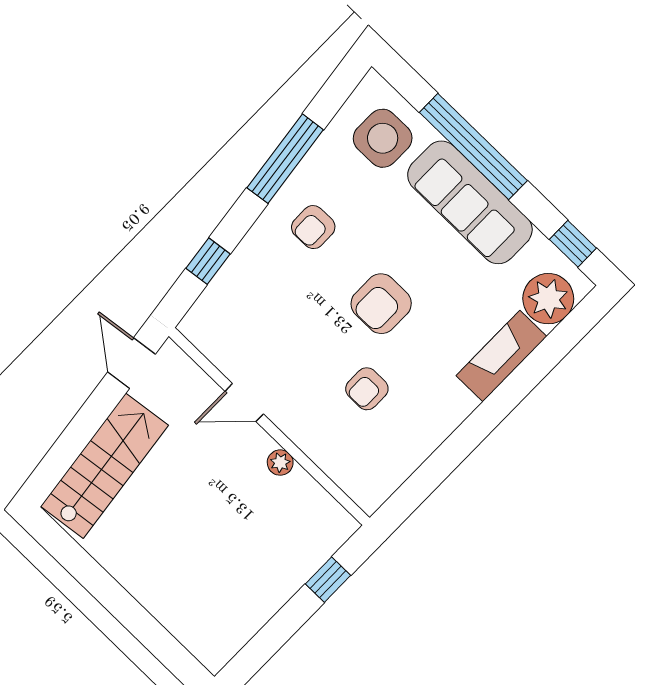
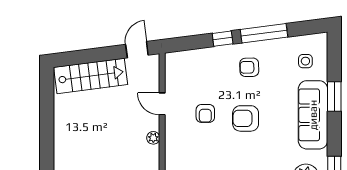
side table: (383, 138) -> (305, 61), width x0.54, depth x0.54
window: (473, 147) -> (334, 96), width x0.47
window: (208, 261) -> (223, 39), moved
armchair: (367, 389) -> (205, 113), moved, turned -90

